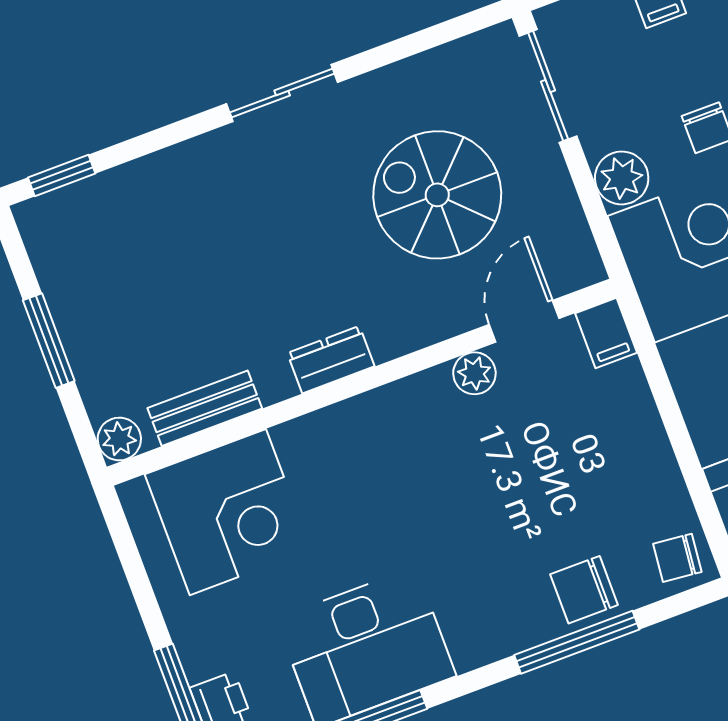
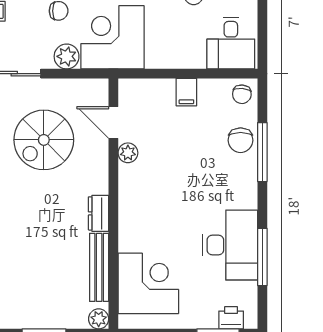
filing cabinet: (606, 333) -> (186, 92), moved, turned 90
bench: (205, 408) -> (99, 267), width x1.36

